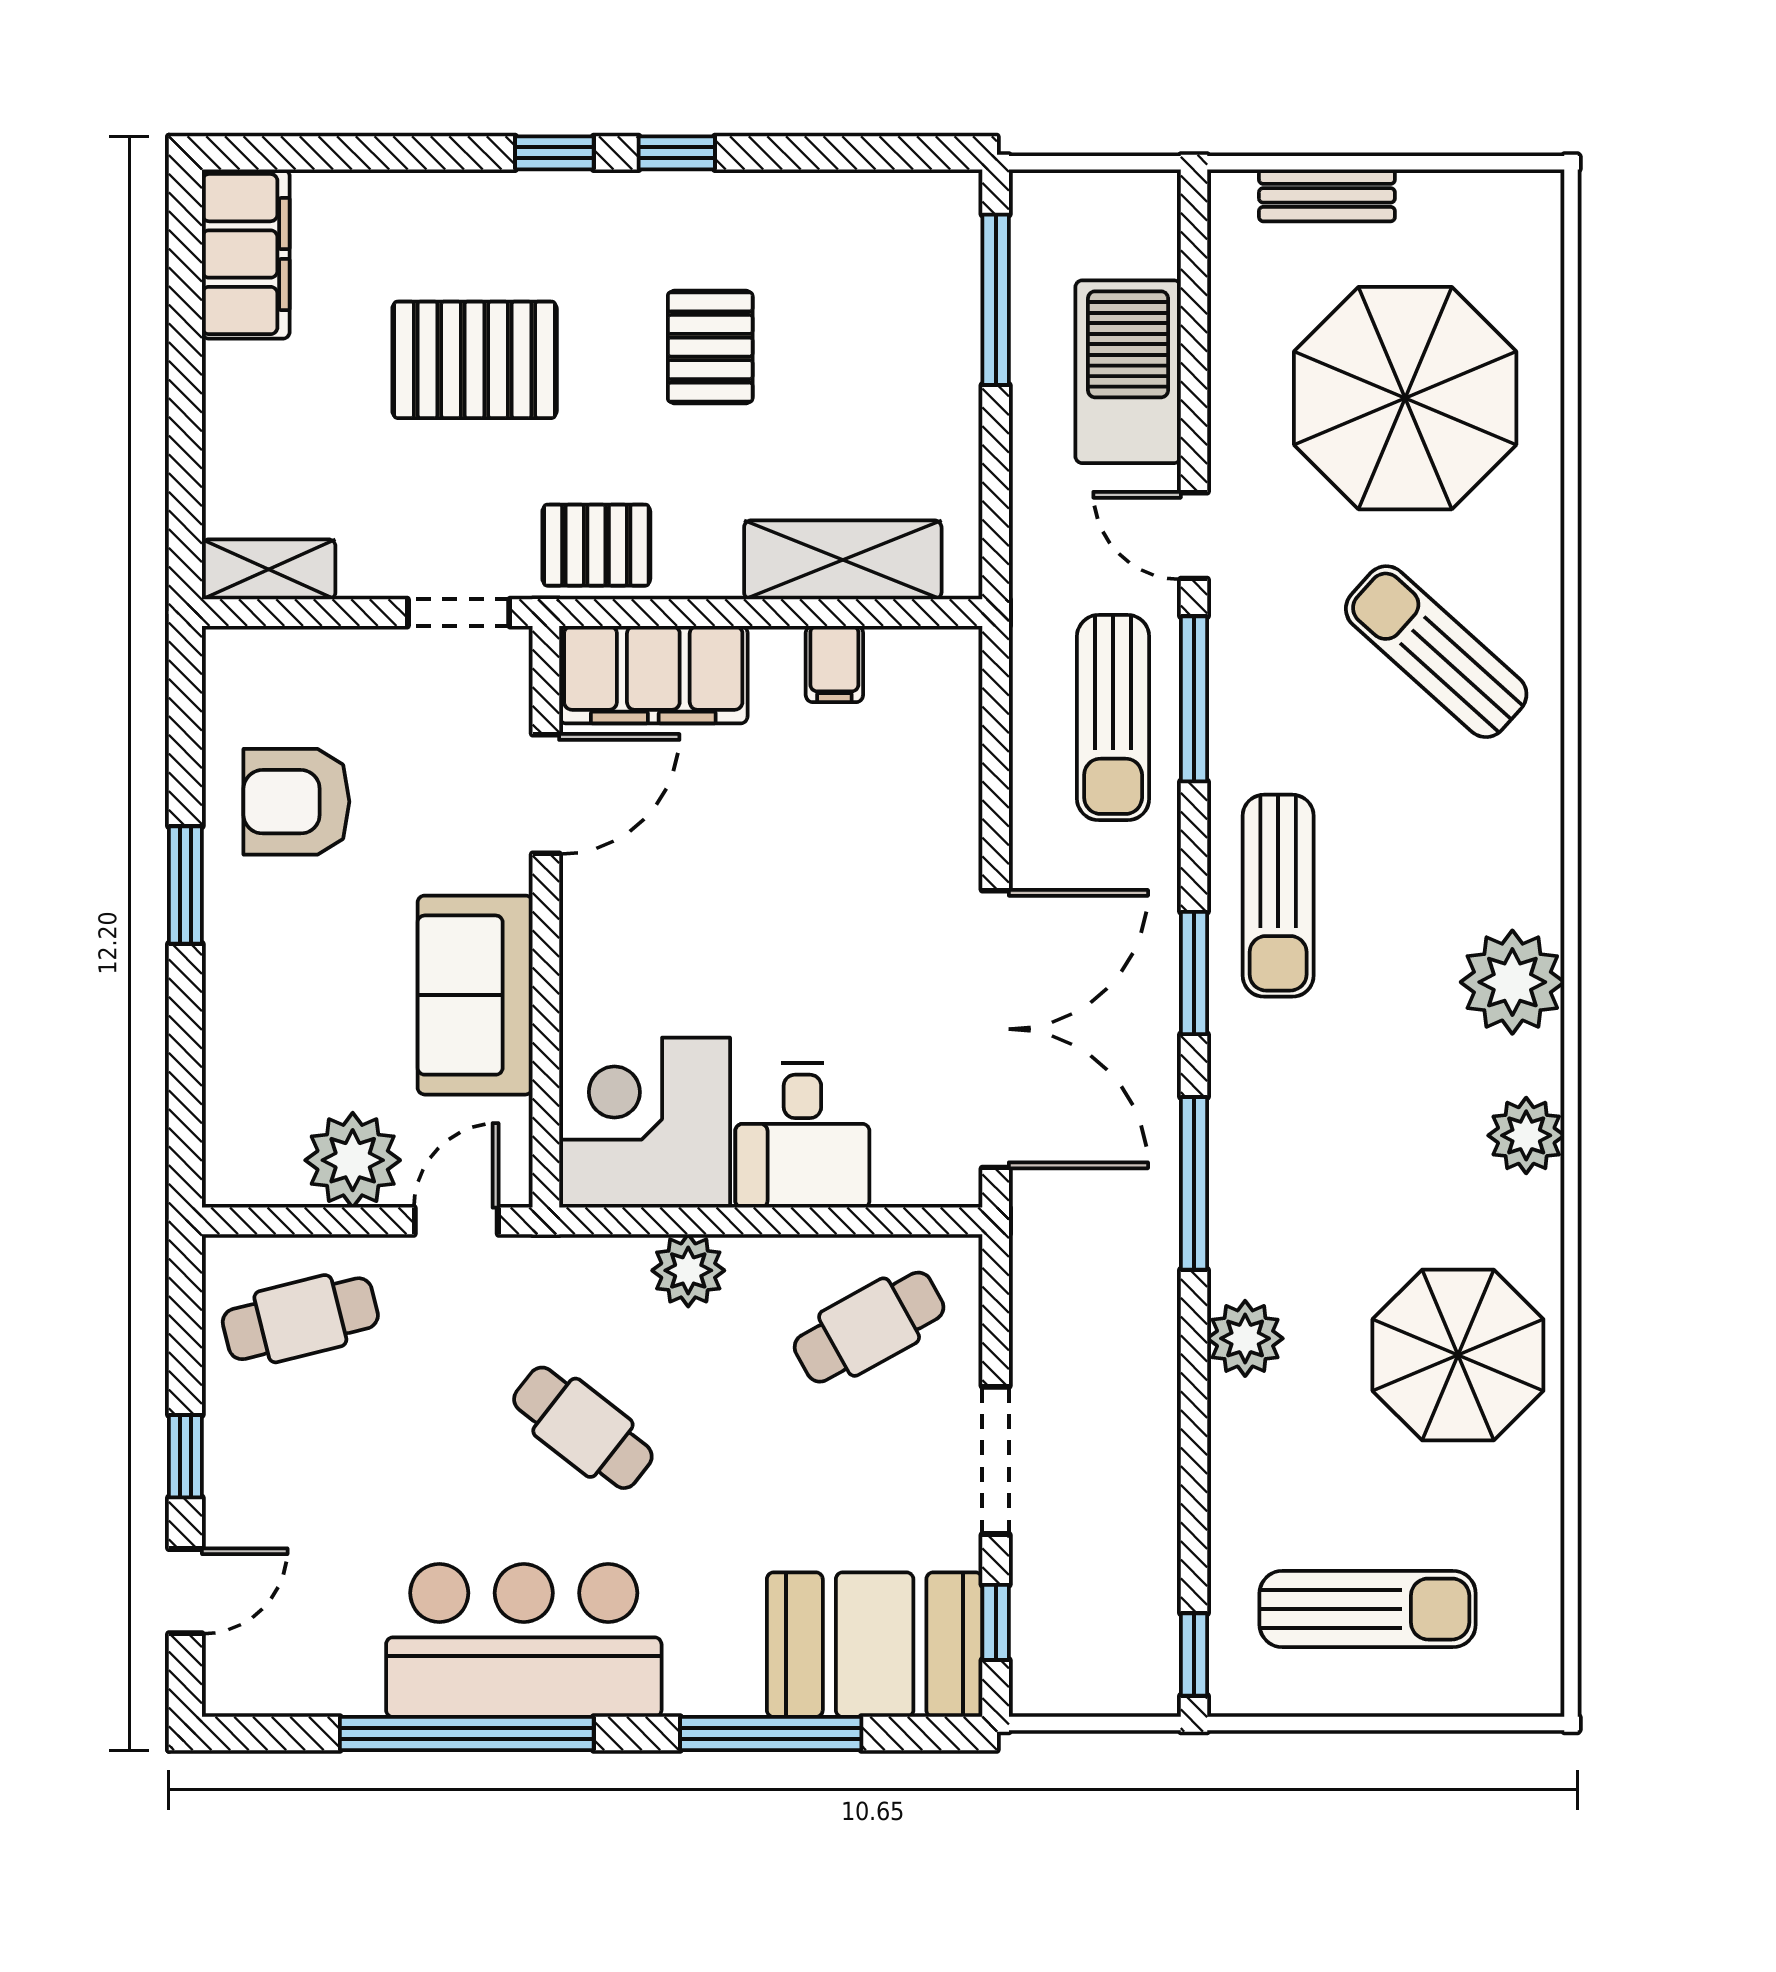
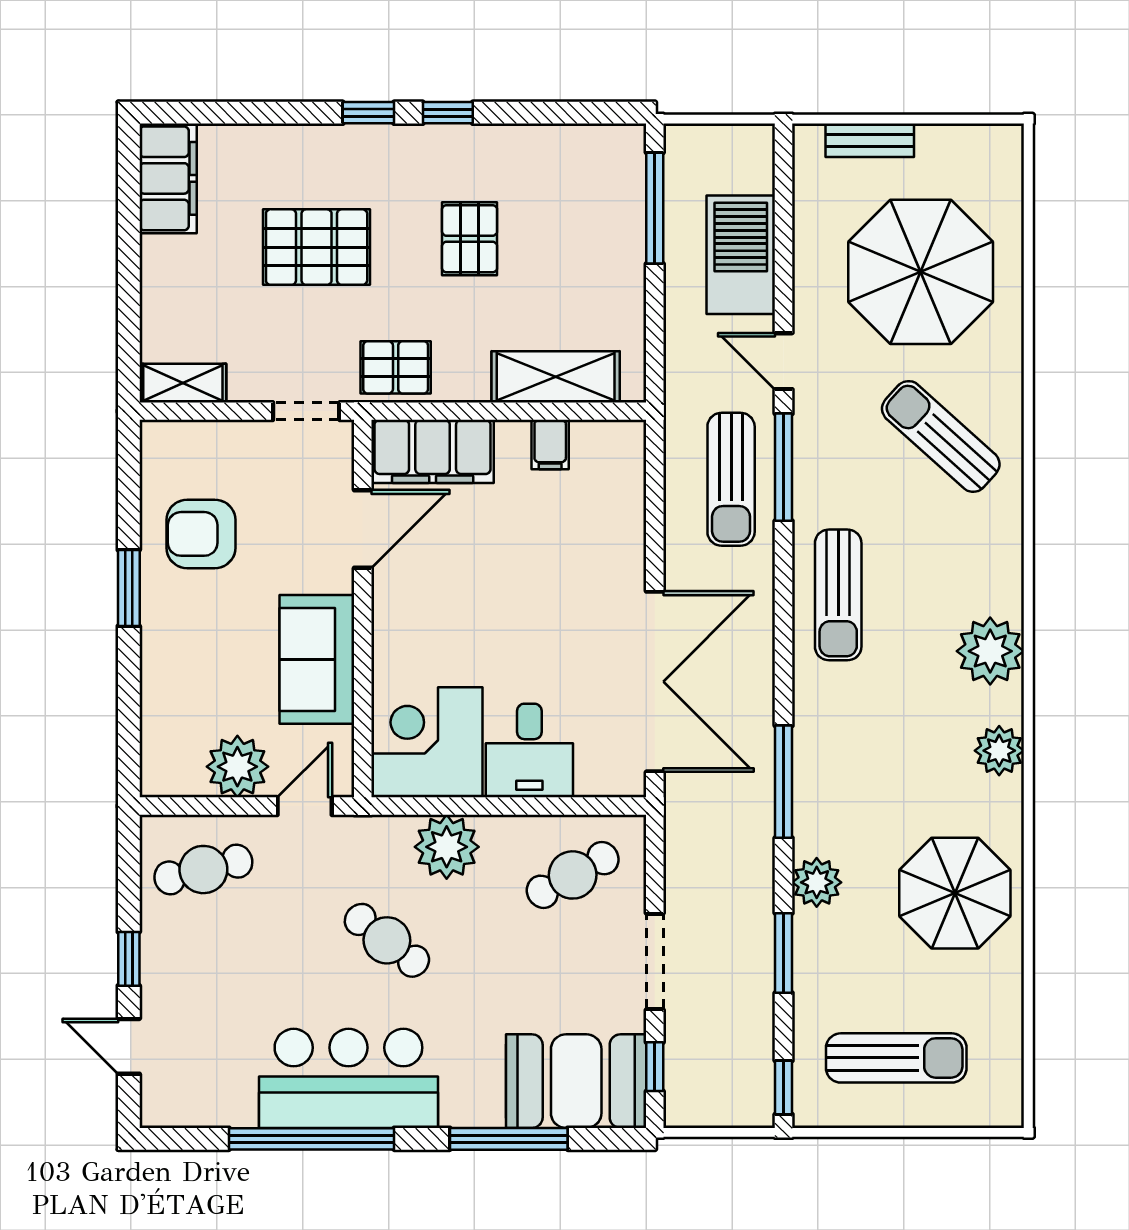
window: (1194, 973) -> (784, 953), moved
plant: (688, 1270) -> (447, 847), width x1.36, depth x1.36
door: (185, 1591) -> (129, 1046), swing flipped

